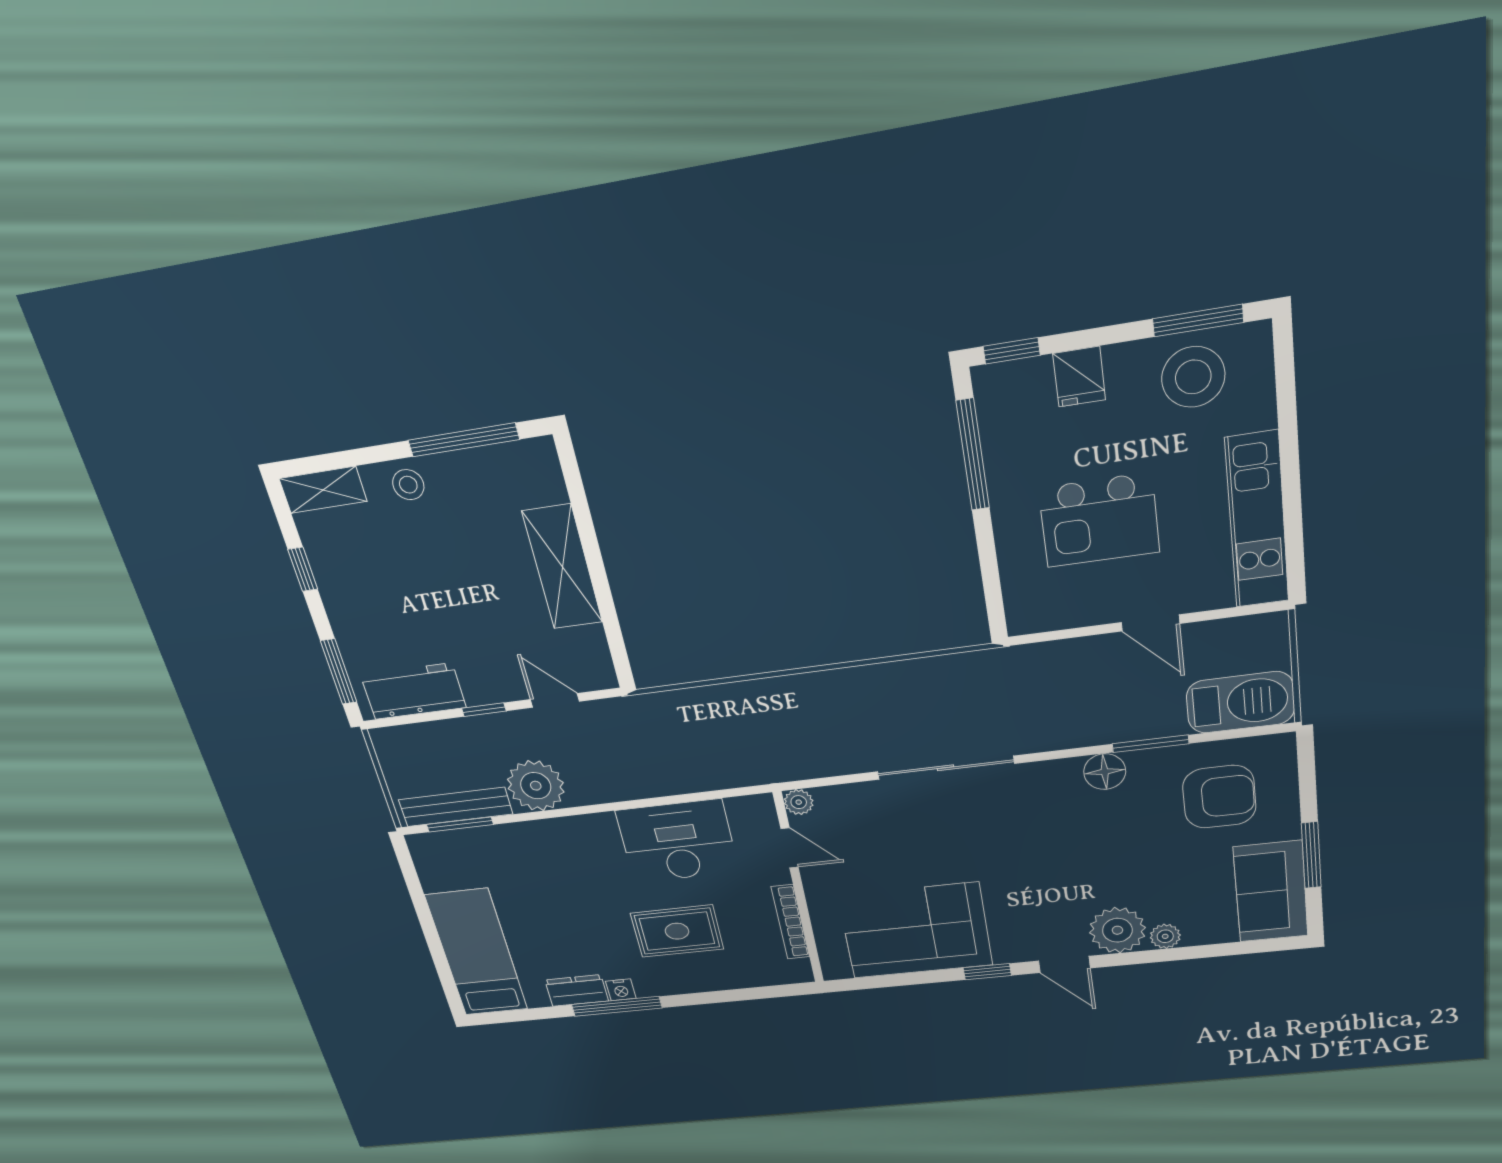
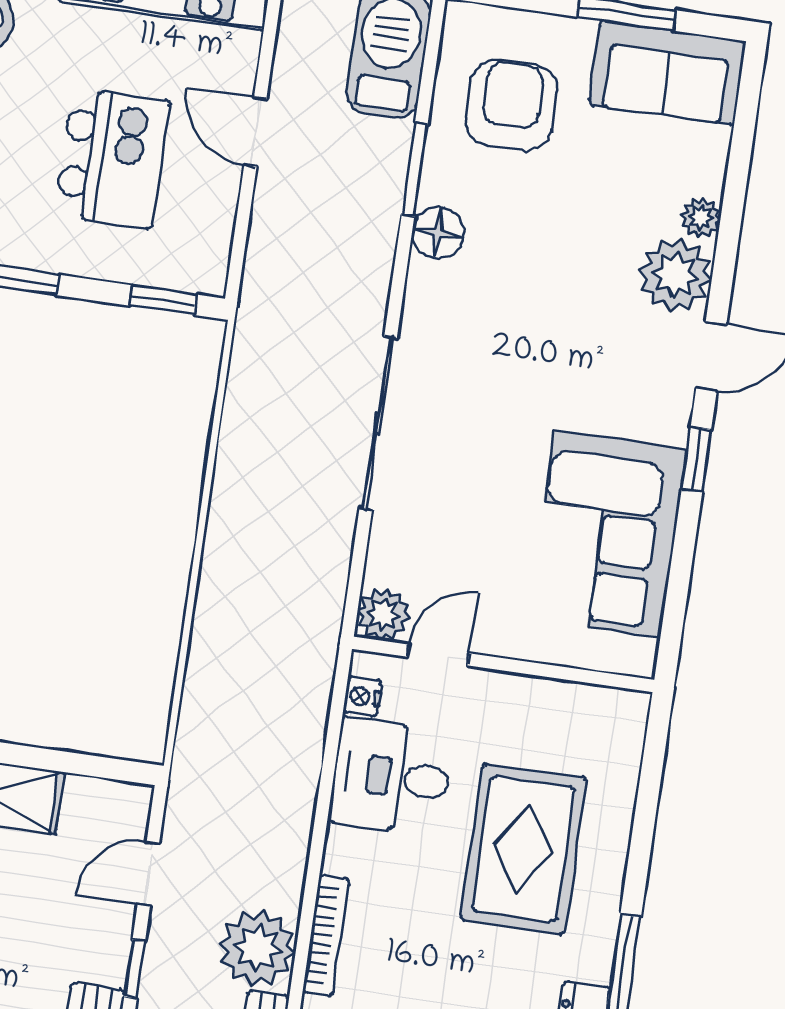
window: (993, 592) -> (163, 300), added
door: (1150, 623) -> (255, 132), swing flipped
plant: (799, 802) -> (383, 614), width x1.38, depth x1.38
desk: (677, 841) -> (391, 777), width x0.73
bookcase: (790, 922) -> (326, 935), moved, turned -90
rug: (677, 931) -> (523, 849), width x1.36, depth x1.43
nightstand: (621, 990) -> (362, 696), moved, turned 180

